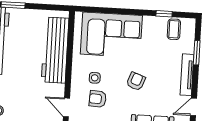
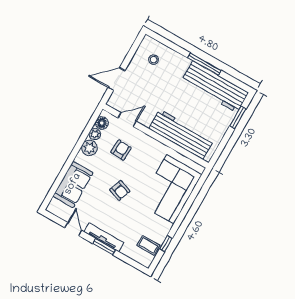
window: (197, 53) -> (104, 247), moved
side table: (95, 78) -> (140, 156), removed

